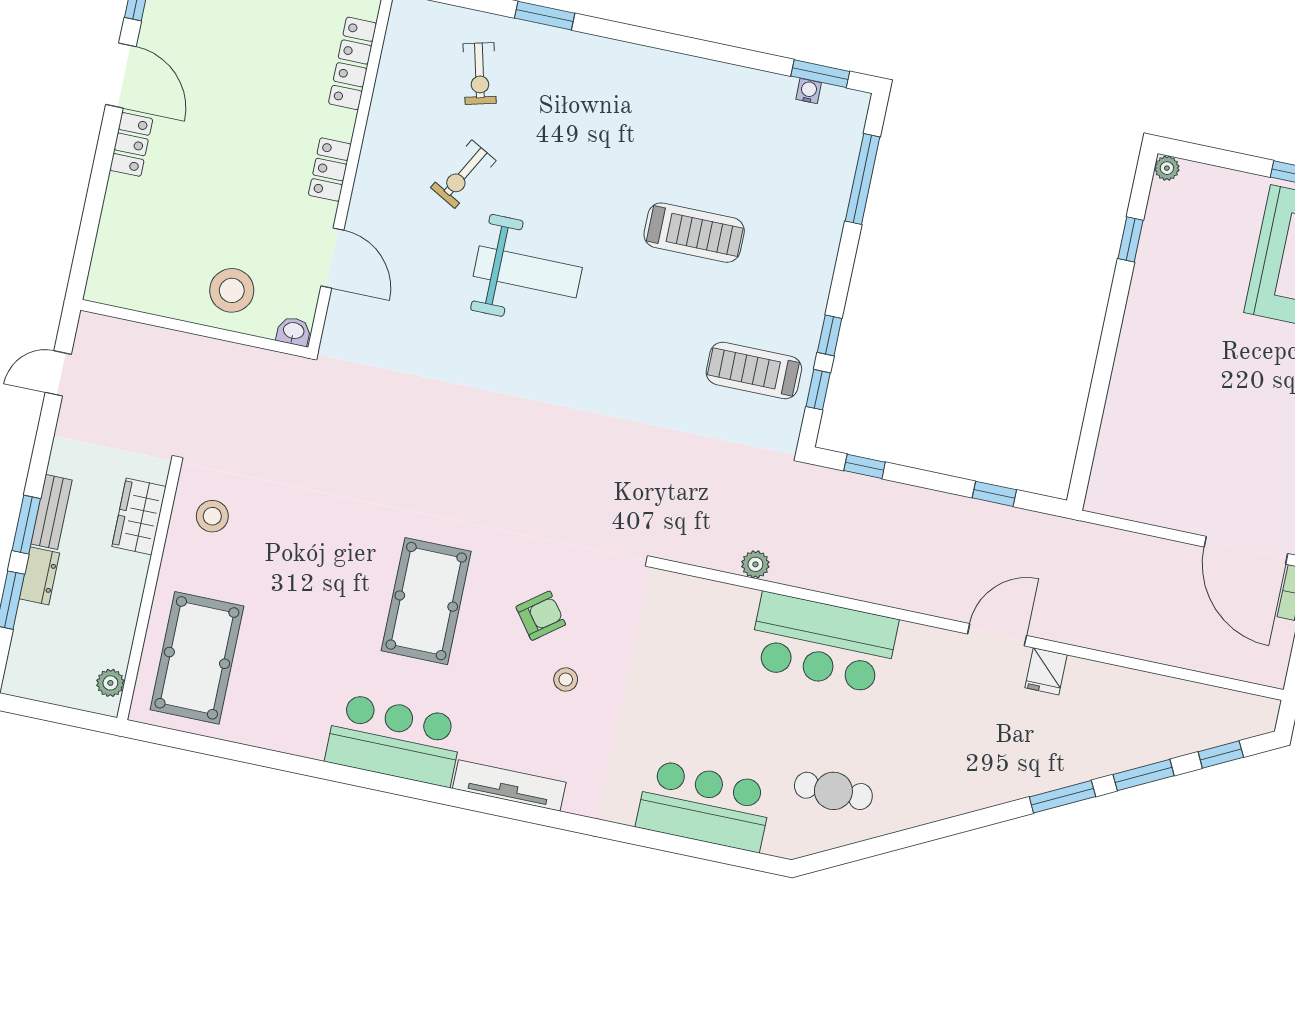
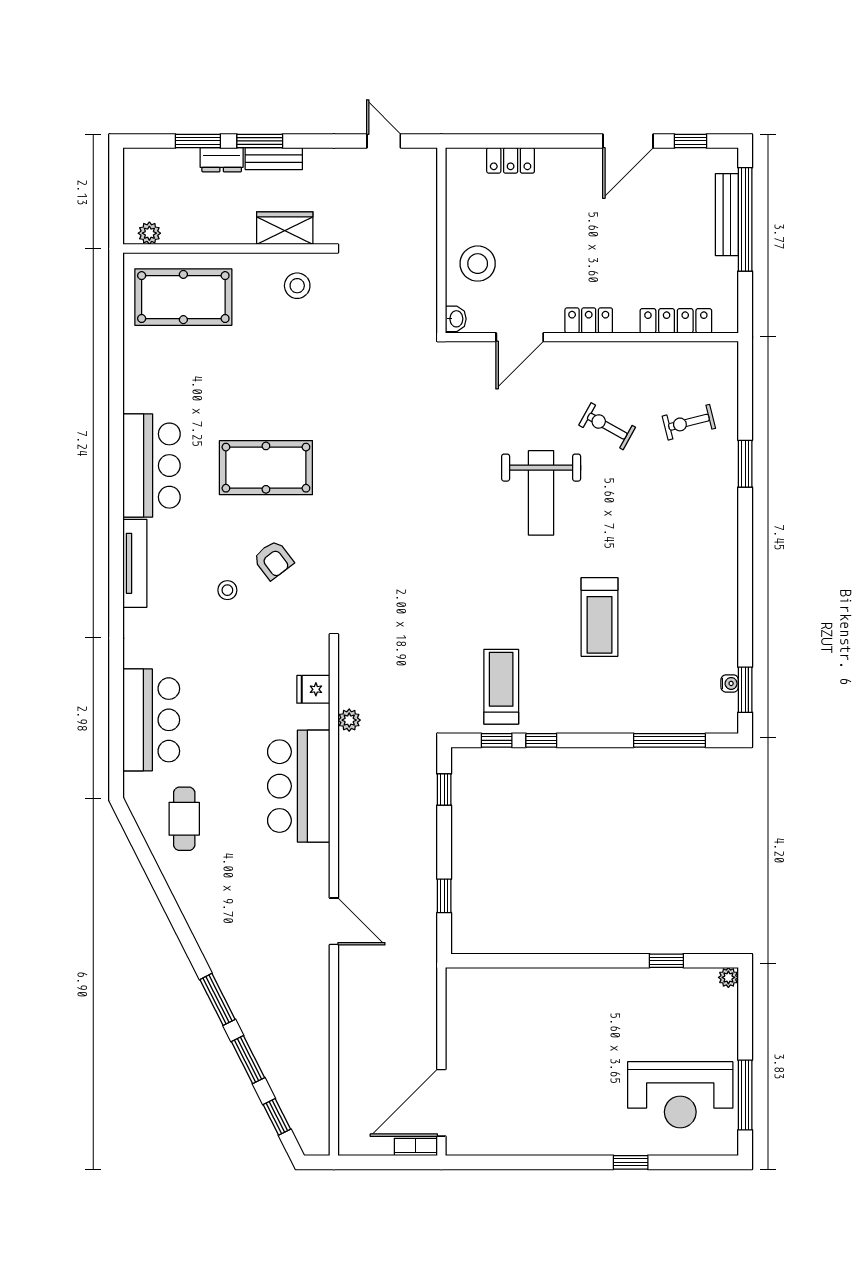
locker: (131, 144) -> (511, 160), moved
fridge: (1046, 671) -> (313, 689), moved

